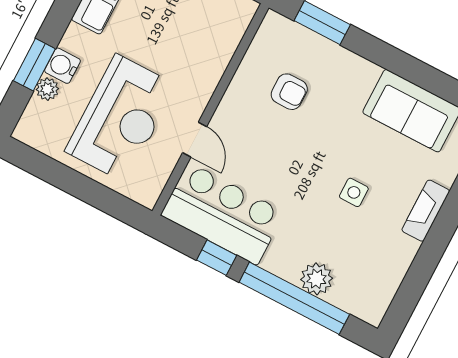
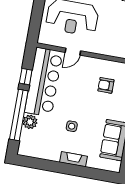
armchair: (289, 92) -> (106, 85), turned 90
bar counter: (223, 214) -> (44, 82), width x1.36

